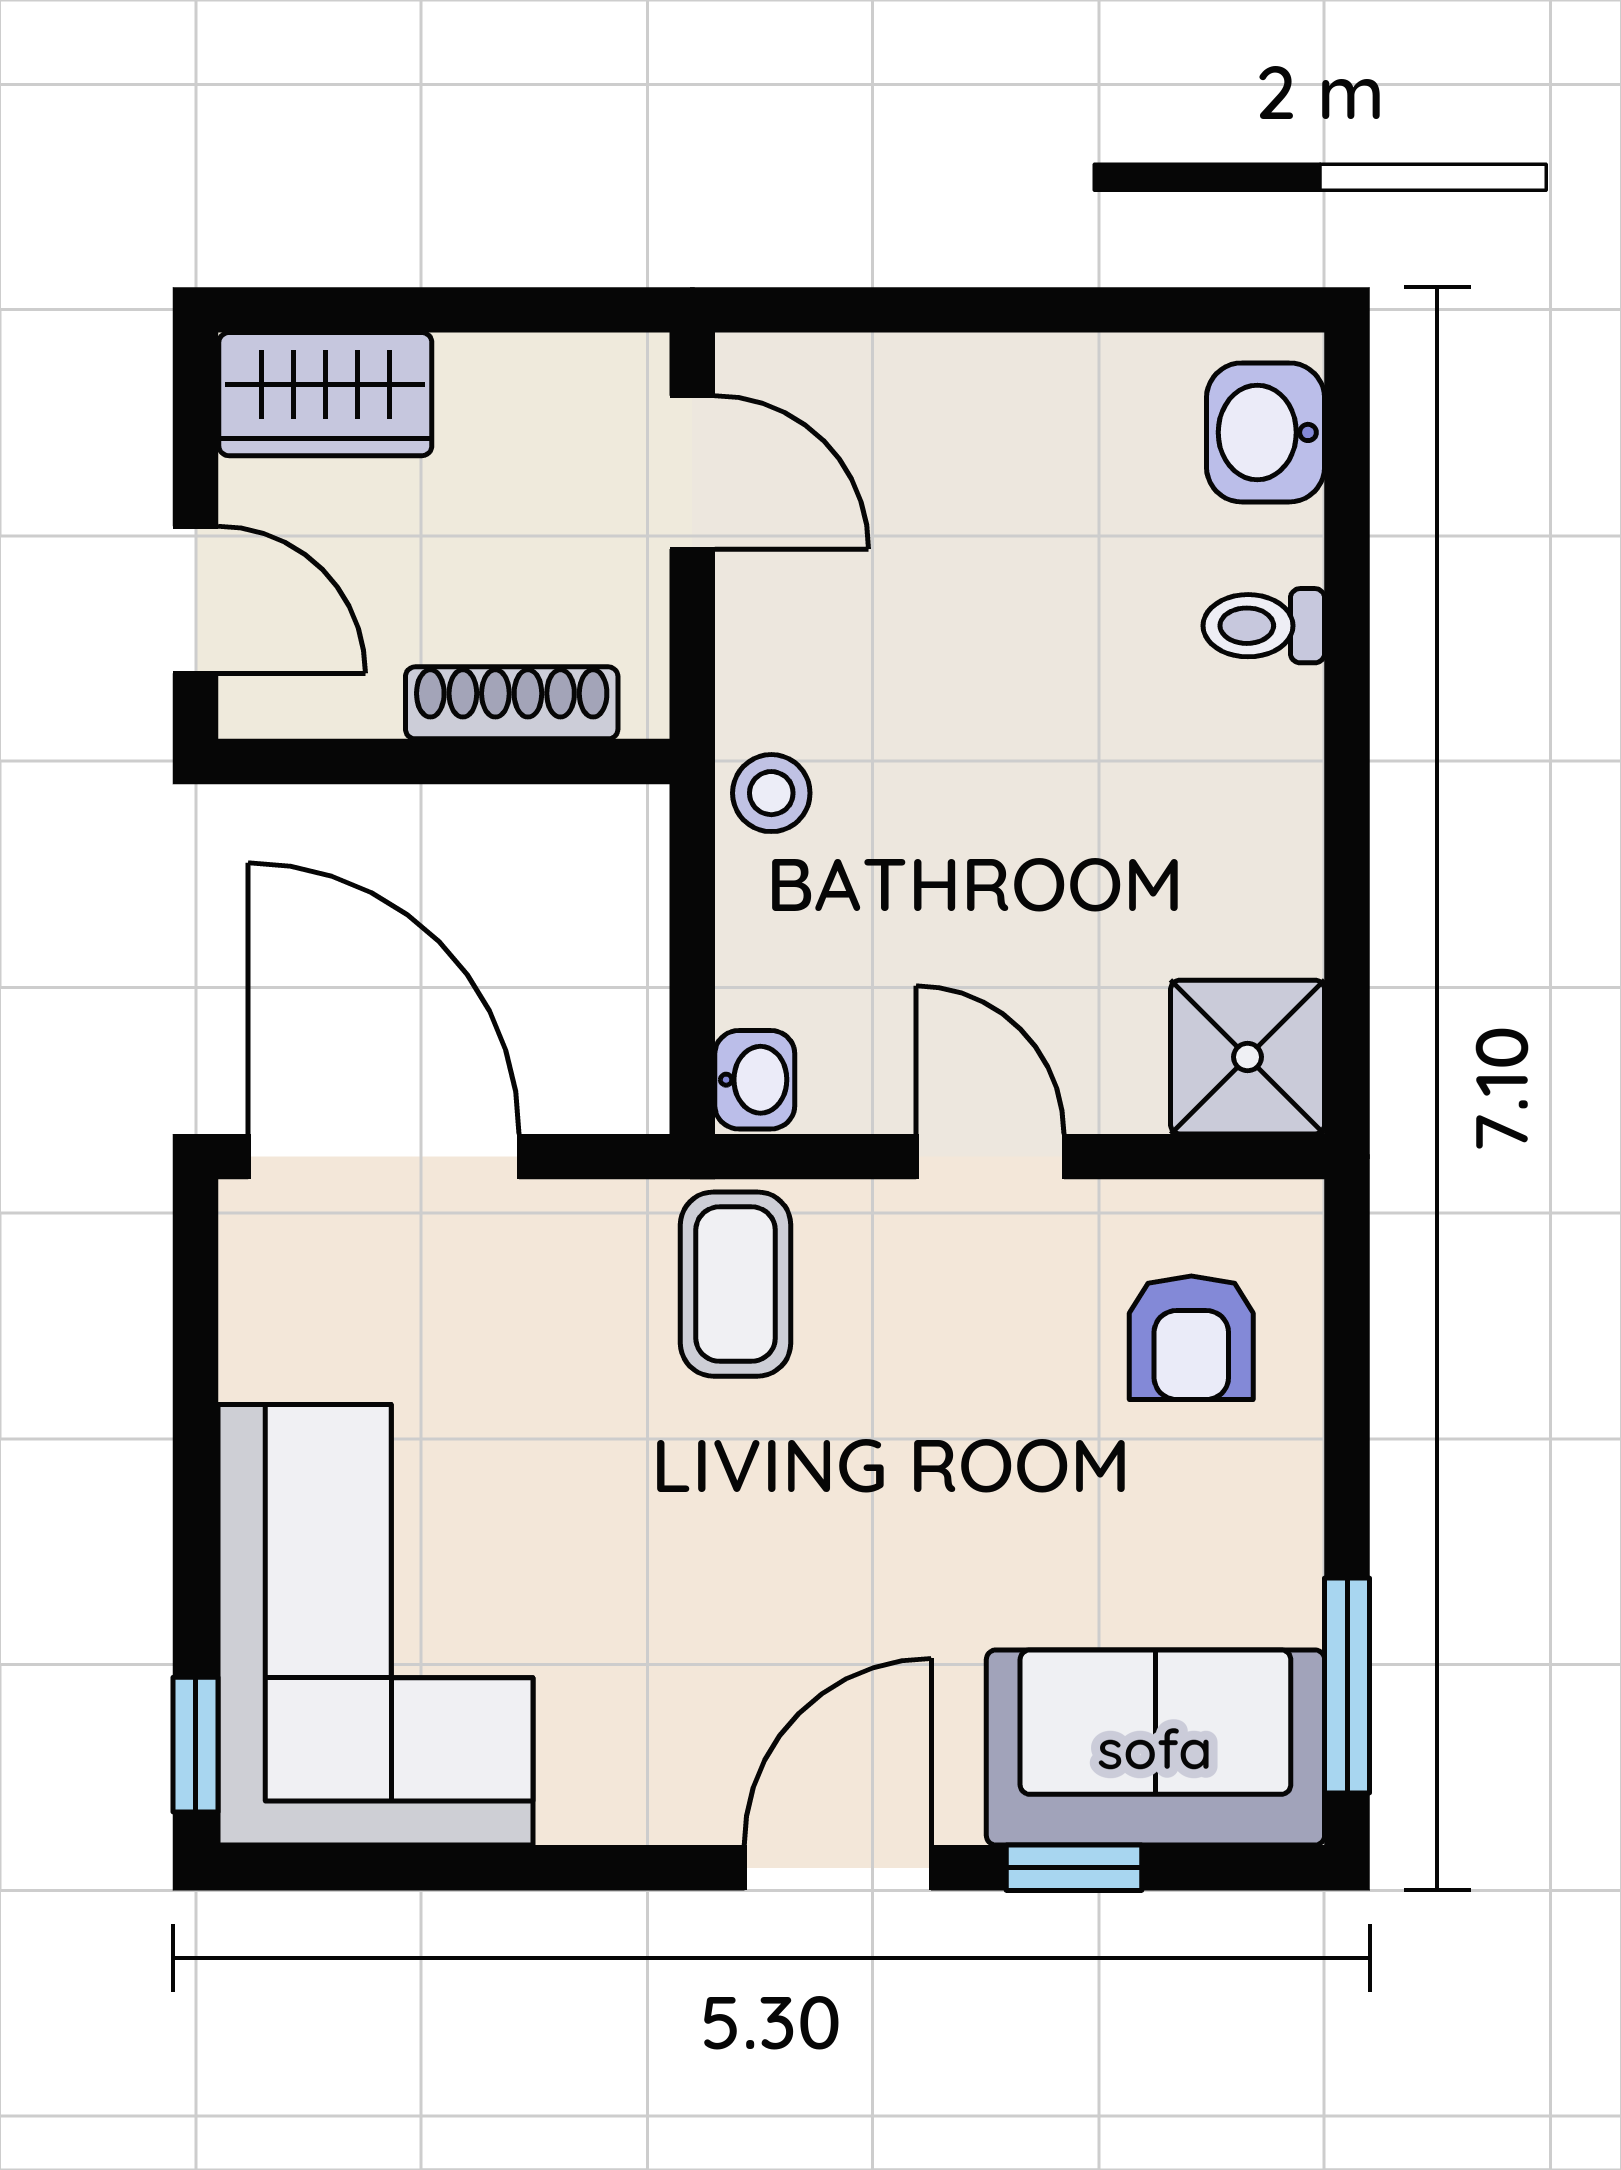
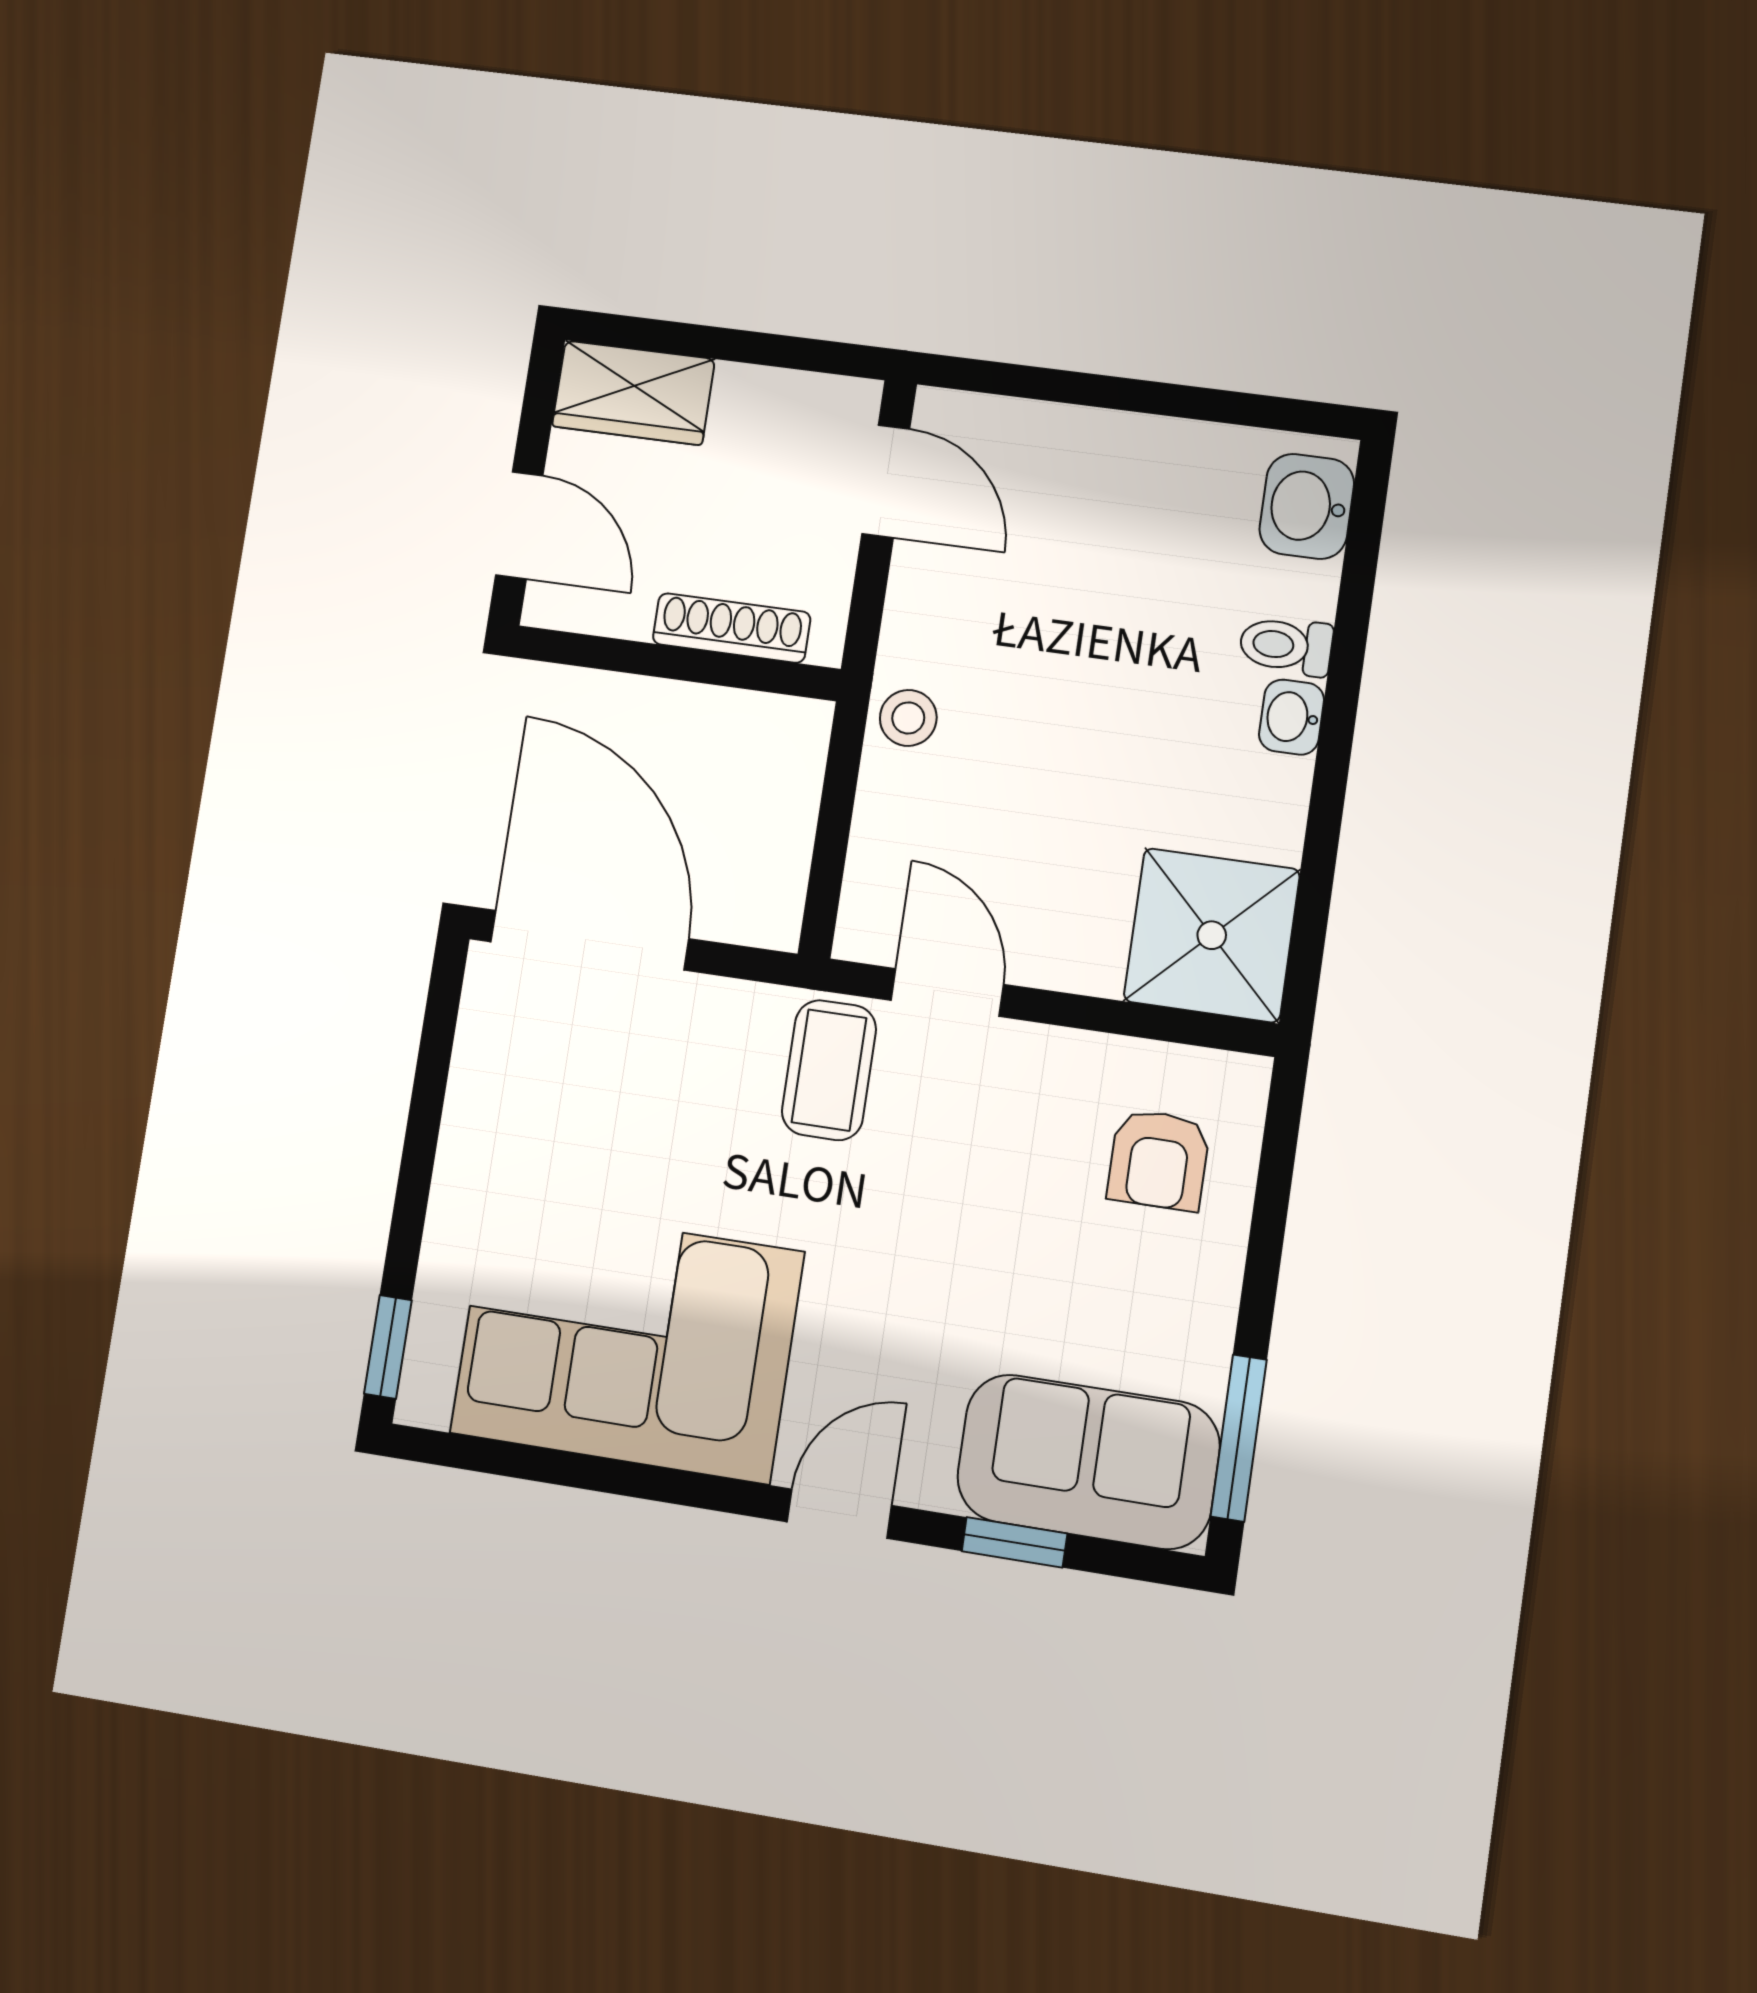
shower: (1248, 1057) -> (1212, 935), width x1.36, depth x1.36
washbasin: (755, 1080) -> (1292, 717), moved, turned 180
door: (990, 1157) -> (947, 992), moved
corner sofa: (375, 1625) -> (627, 1342), moved, turned -90
door: (838, 1868) -> (839, 1514), width x0.73

